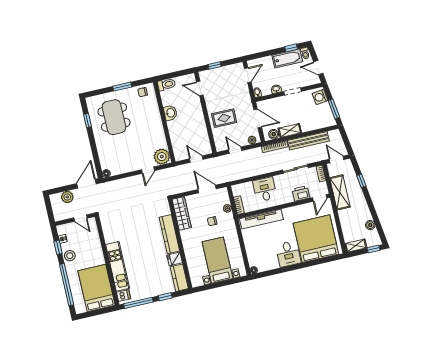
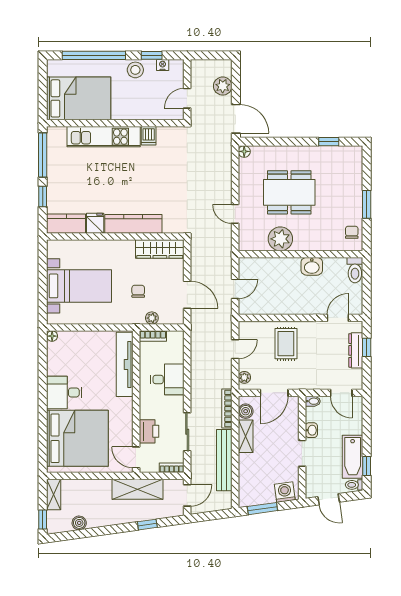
door: (318, 68) -> (329, 499), swing flipped
dresser: (218, 72) -> (356, 350), added
dining table: (114, 117) -> (289, 192), moved
plant: (162, 157) -> (280, 239), moved
door: (207, 189) -> (187, 295), hinge flipped
dishwasher: (124, 295) -> (149, 136), moved

